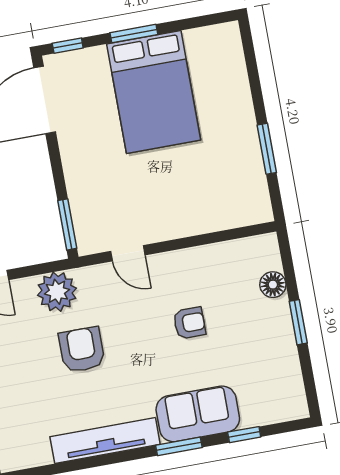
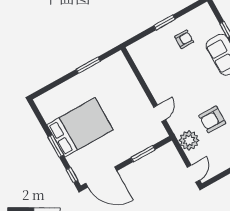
window: (67, 224) -> (143, 154), moved
floor lamp: (273, 285) -> (151, 40), removed
armchair: (189, 323) -> (184, 39), moved, turned 90

